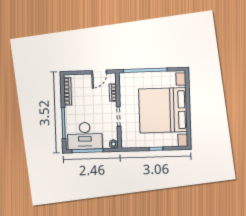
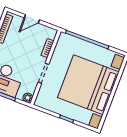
door: (99, 72) -> (32, 19), moved

